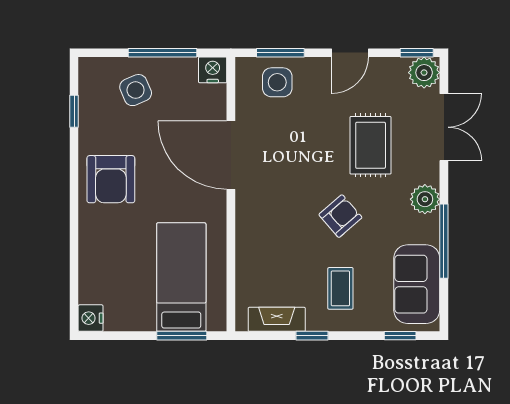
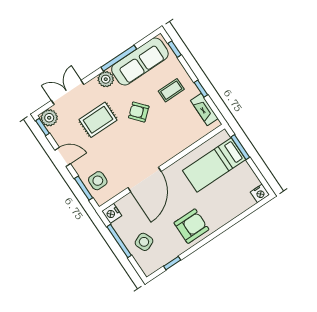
sofa: (417, 284) -> (140, 62), width x1.36

